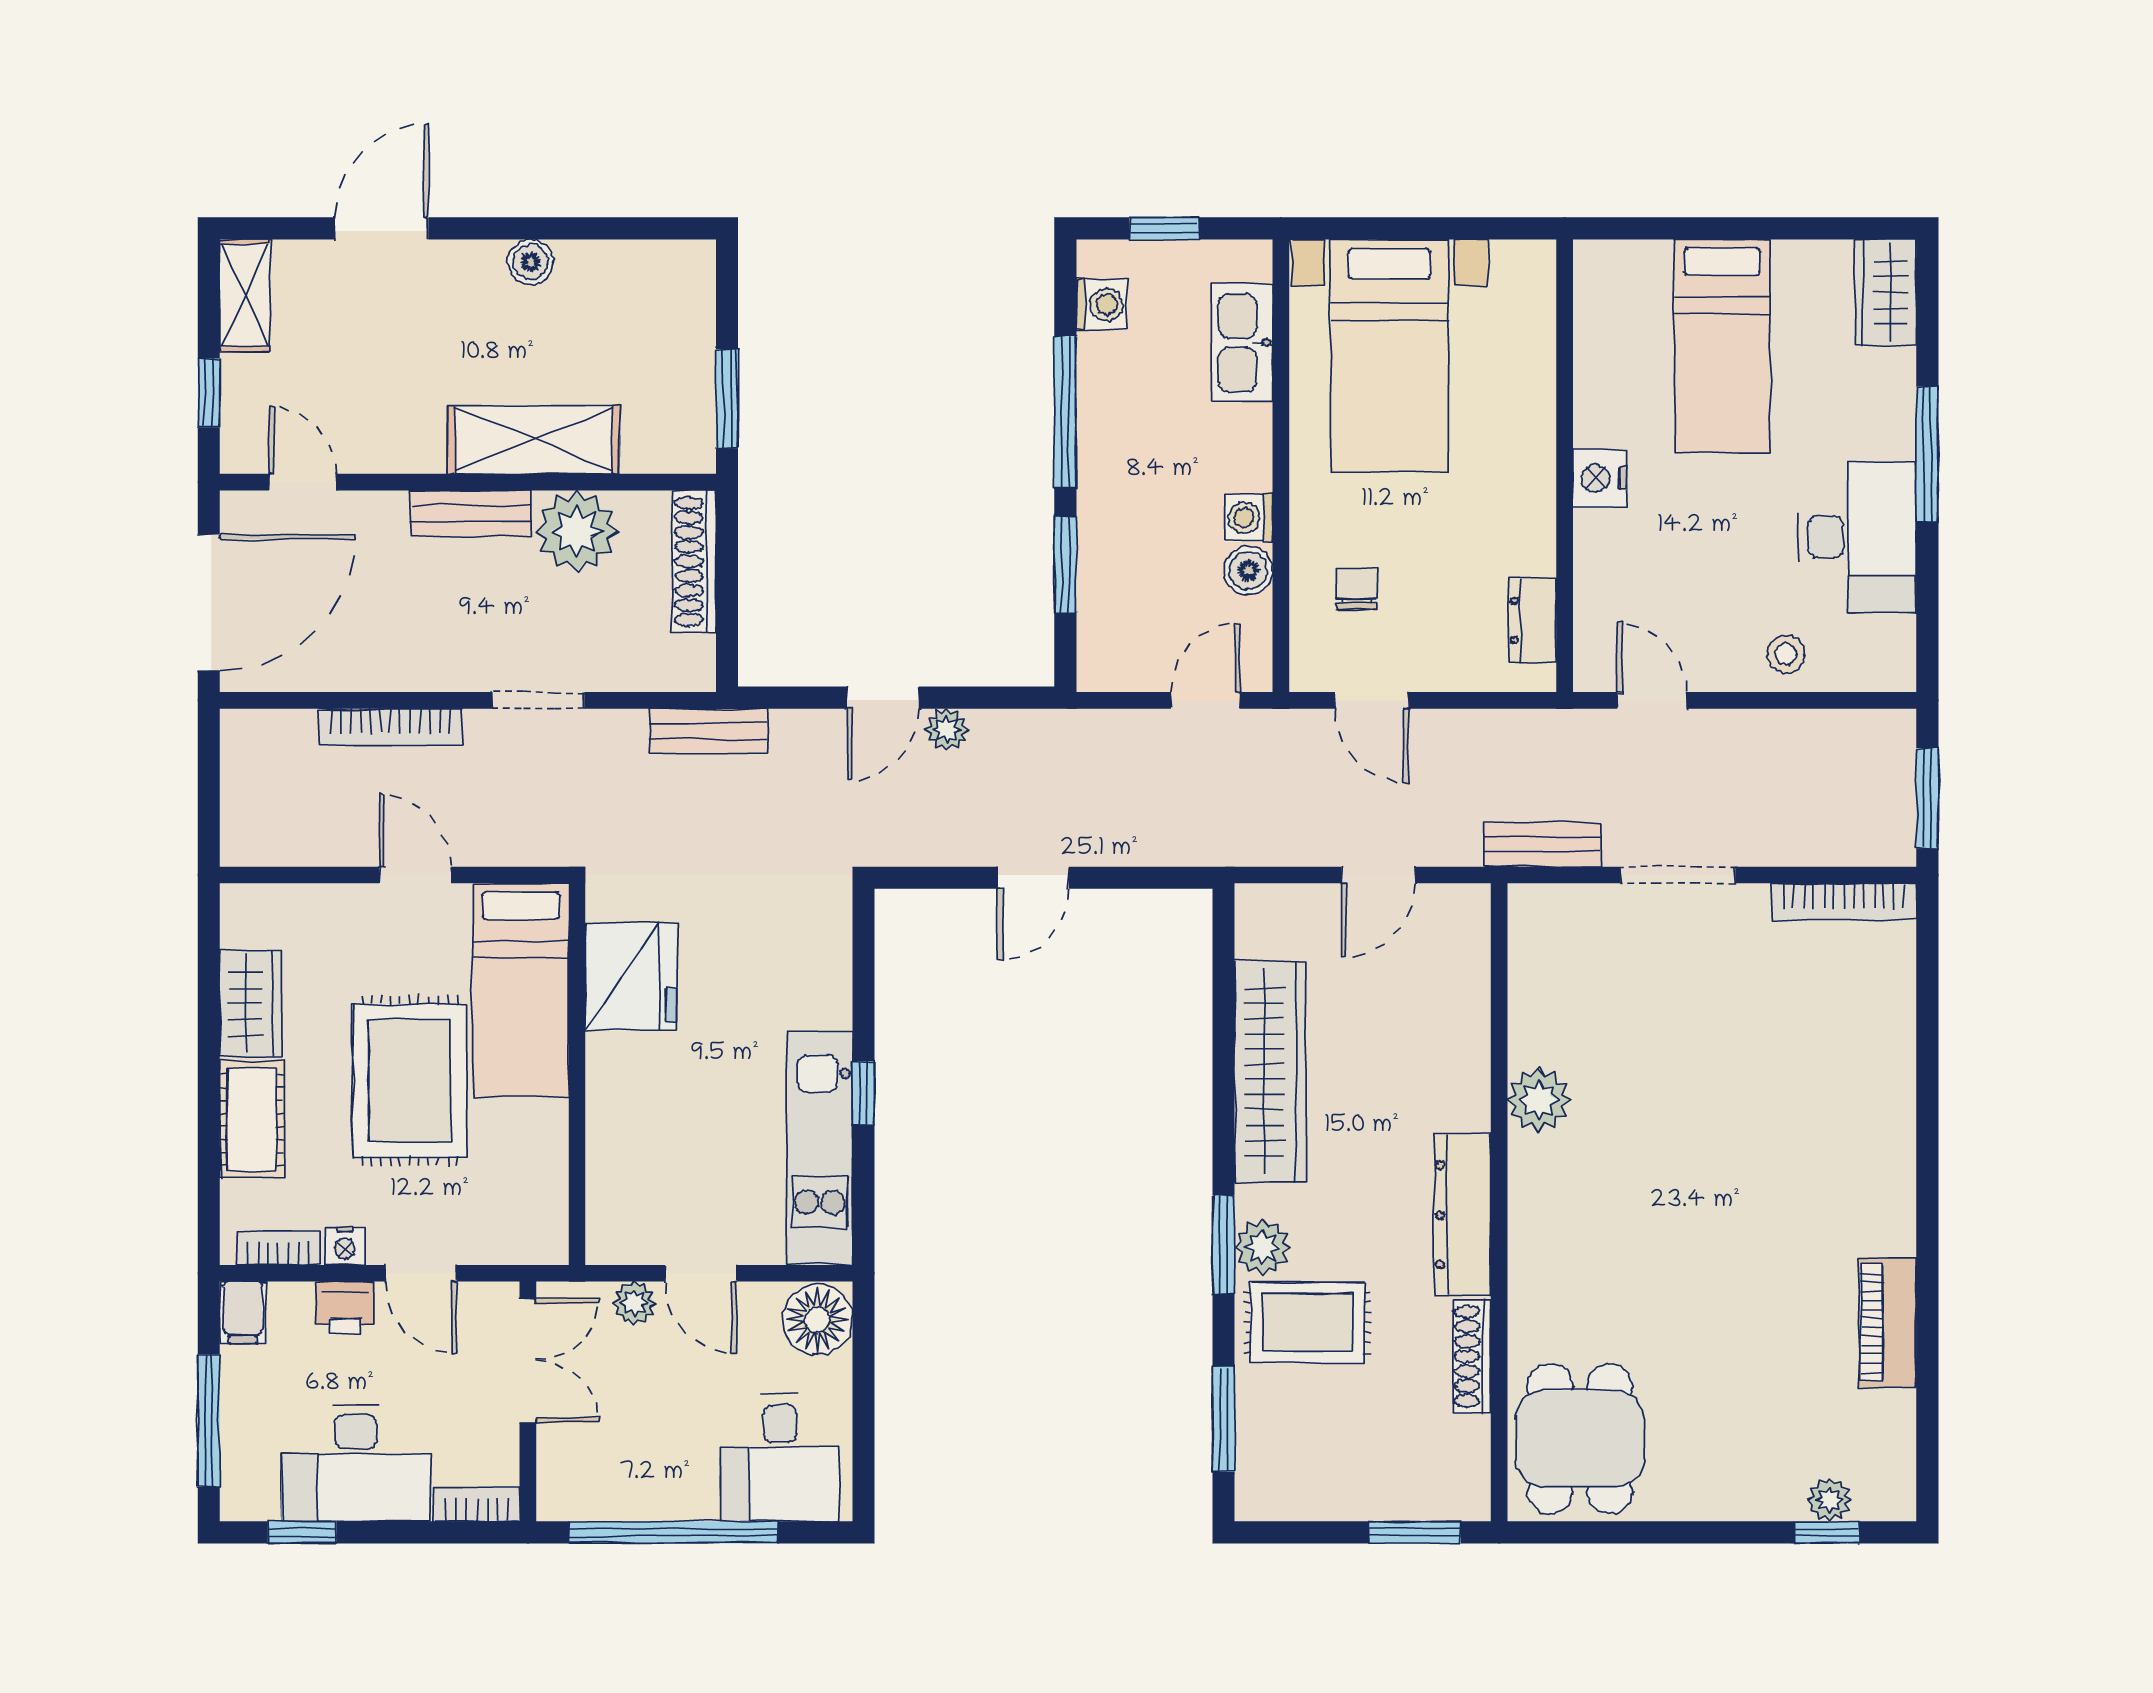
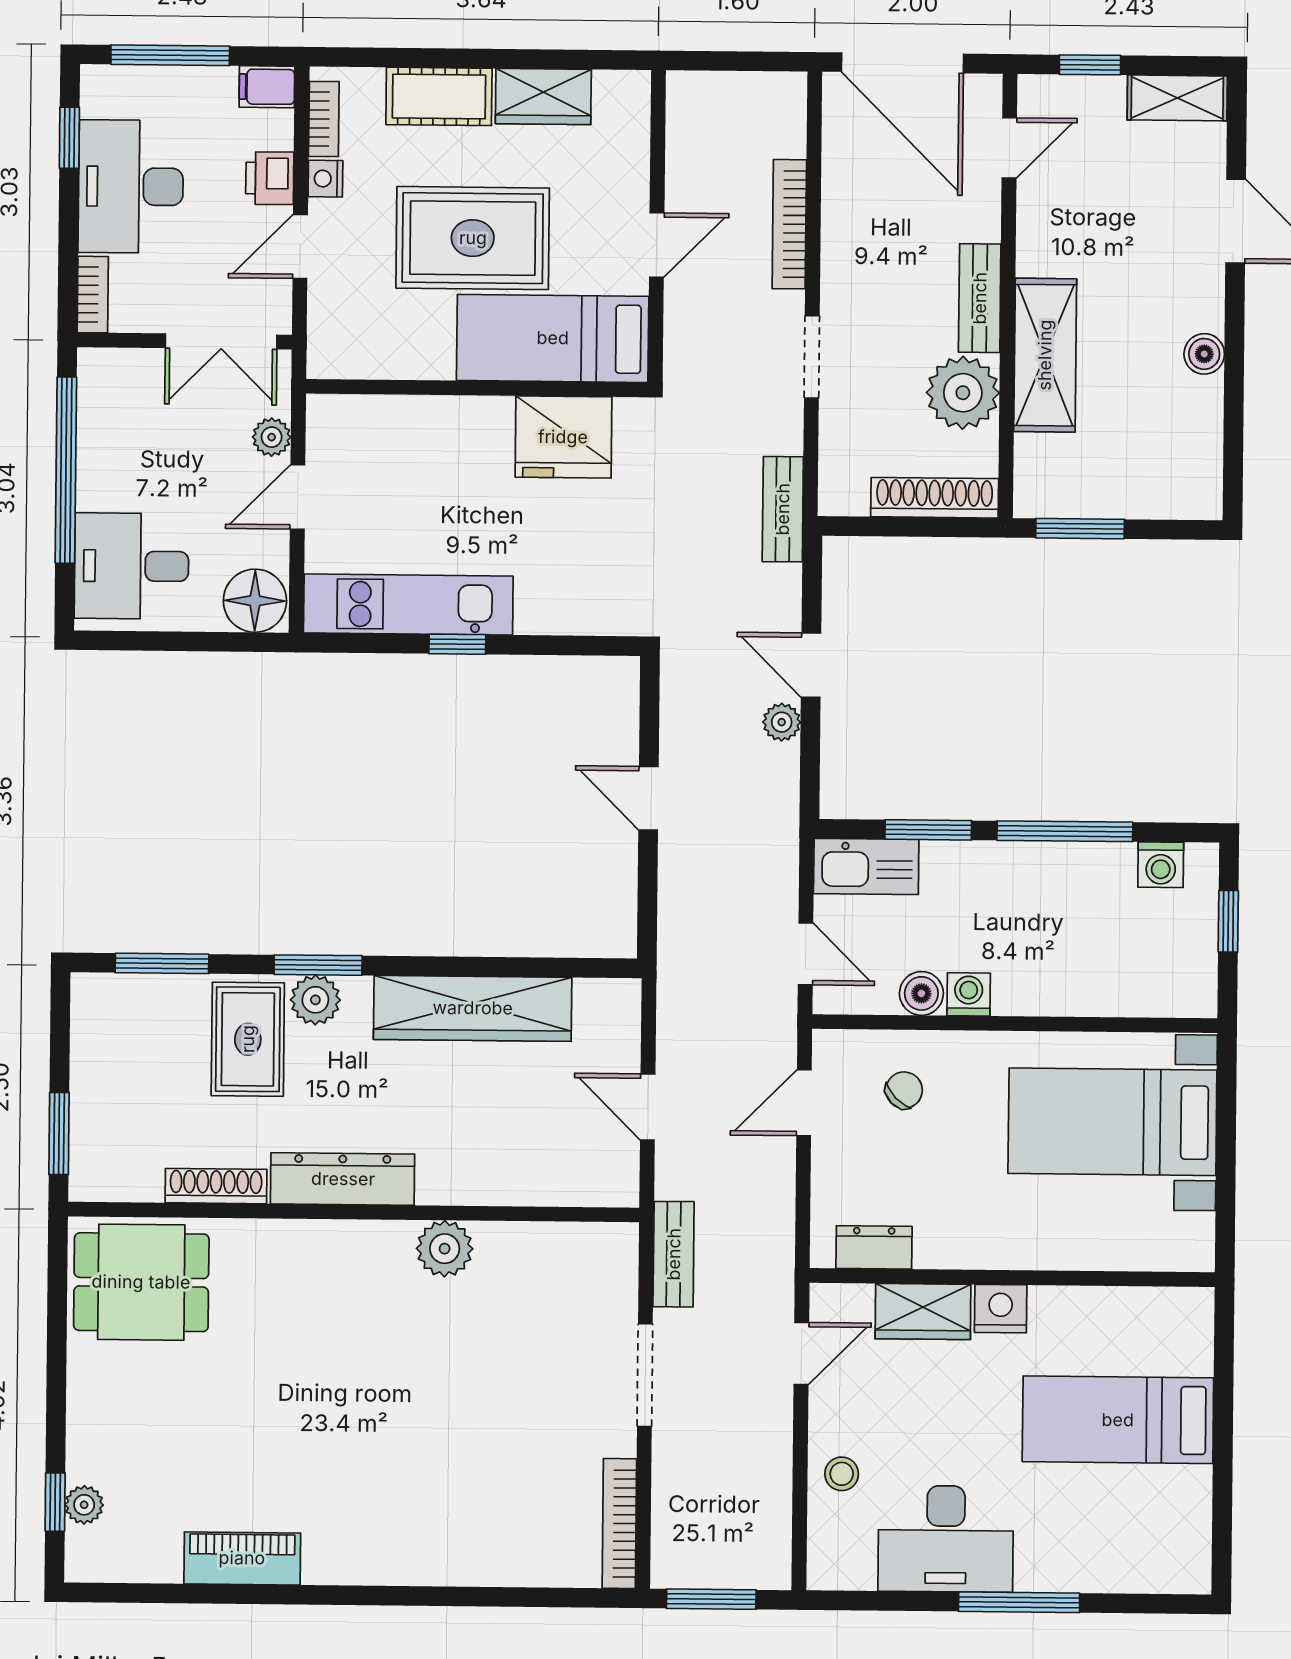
wardrobe: (1886, 293) -> (923, 1312), moved, turned 180
kitchen sink: (1242, 343) -> (866, 867), moved, turned 180
chair: (1357, 589) -> (904, 1090), turned -44

